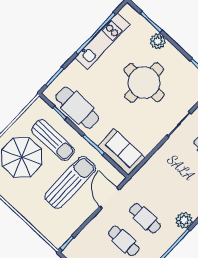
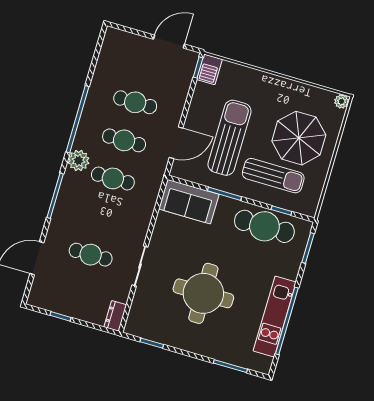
plant: (158, 41) -> (212, 348), removed
sun lounger: (53, 140) -> (273, 176), turned 180
sun lounger: (70, 182) -> (229, 138), turned 180
cafe table: (166, 195) -> (113, 178), added
door: (109, 198) -> (176, 143), hinge flipped
barbecue: (60, 237) -> (209, 69), added

